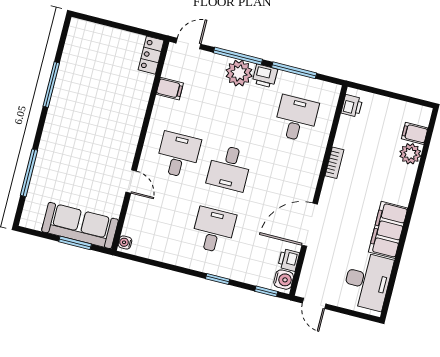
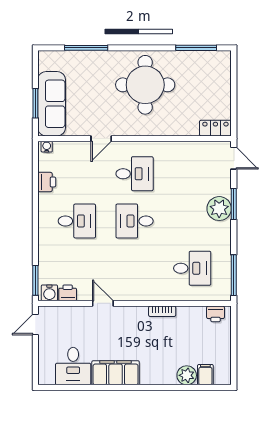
window: (238, 56) -> (234, 204), width x0.69
window: (294, 70) -> (234, 275), moved
printer: (265, 76) -> (47, 182), moved, turned 180
window: (51, 85) -> (196, 48), moved
filing cabinet: (170, 89) -> (190, 152), removed
round table: (85, 119) -> (145, 85), added
door: (310, 225) -> (103, 303), width x0.53
window: (218, 279) -> (35, 235), removed
desk: (367, 281) -> (73, 366), width x0.73
window: (266, 291) -> (35, 280), width x1.50

